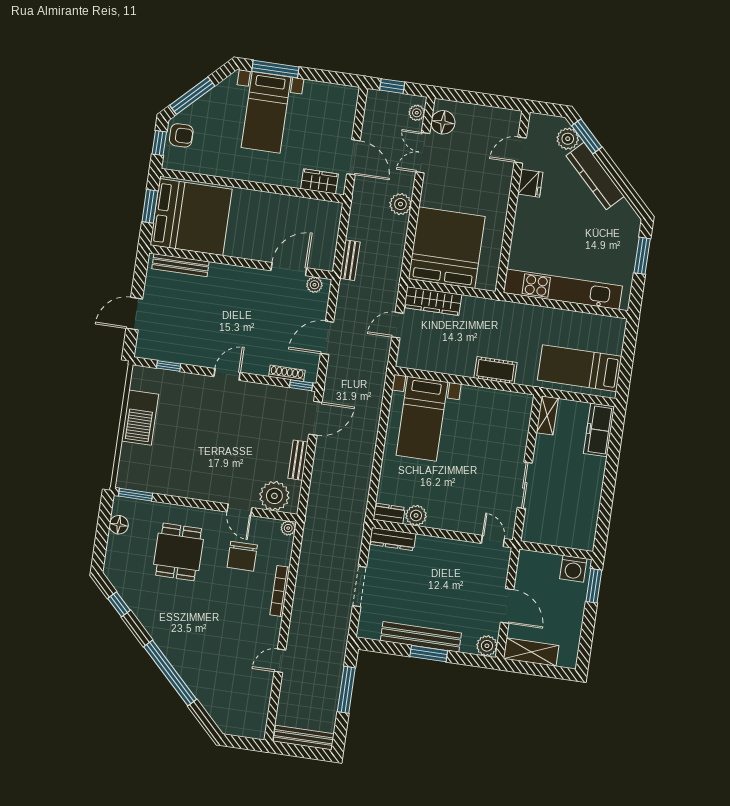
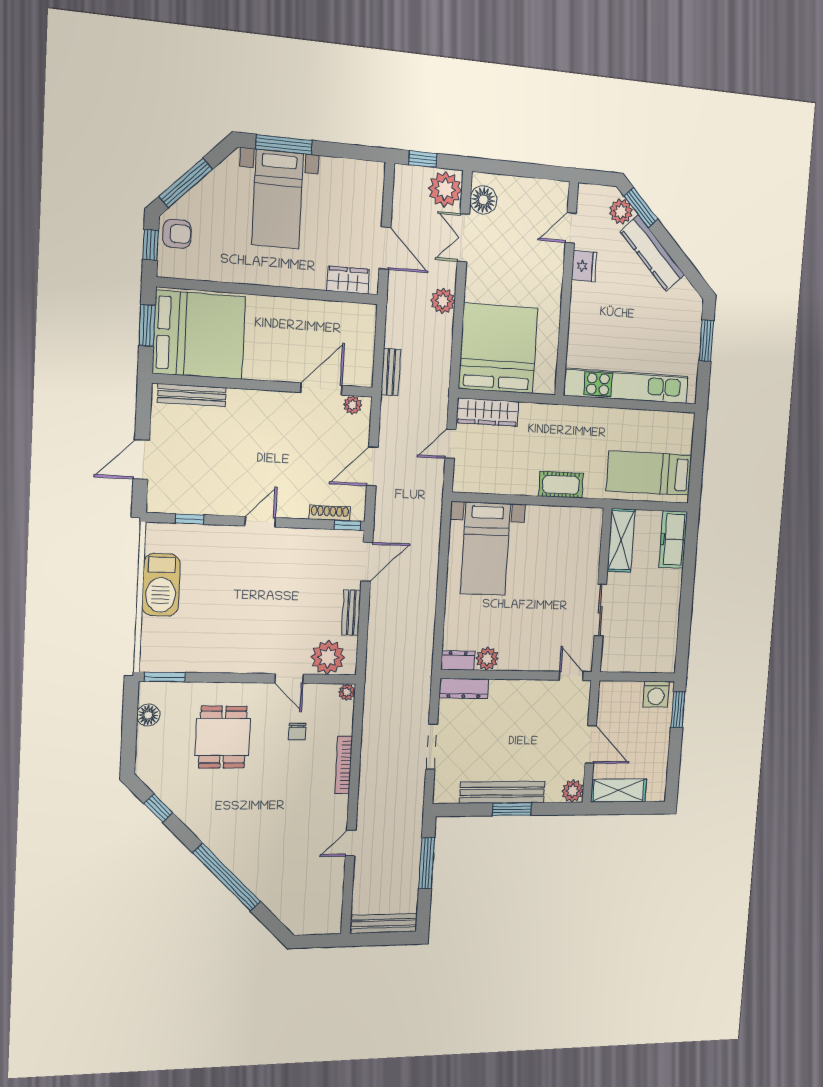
plant: (417, 113) -> (445, 189), width x1.88, depth x1.88
shelving: (547, 415) -> (621, 540), width x1.50, depth x1.33
chair: (242, 556) -> (297, 731), width x0.54, depth x0.54

